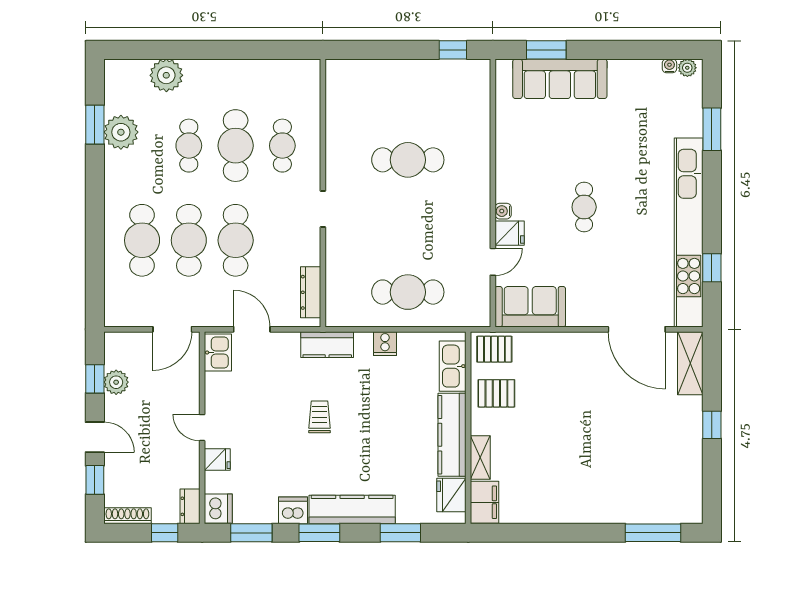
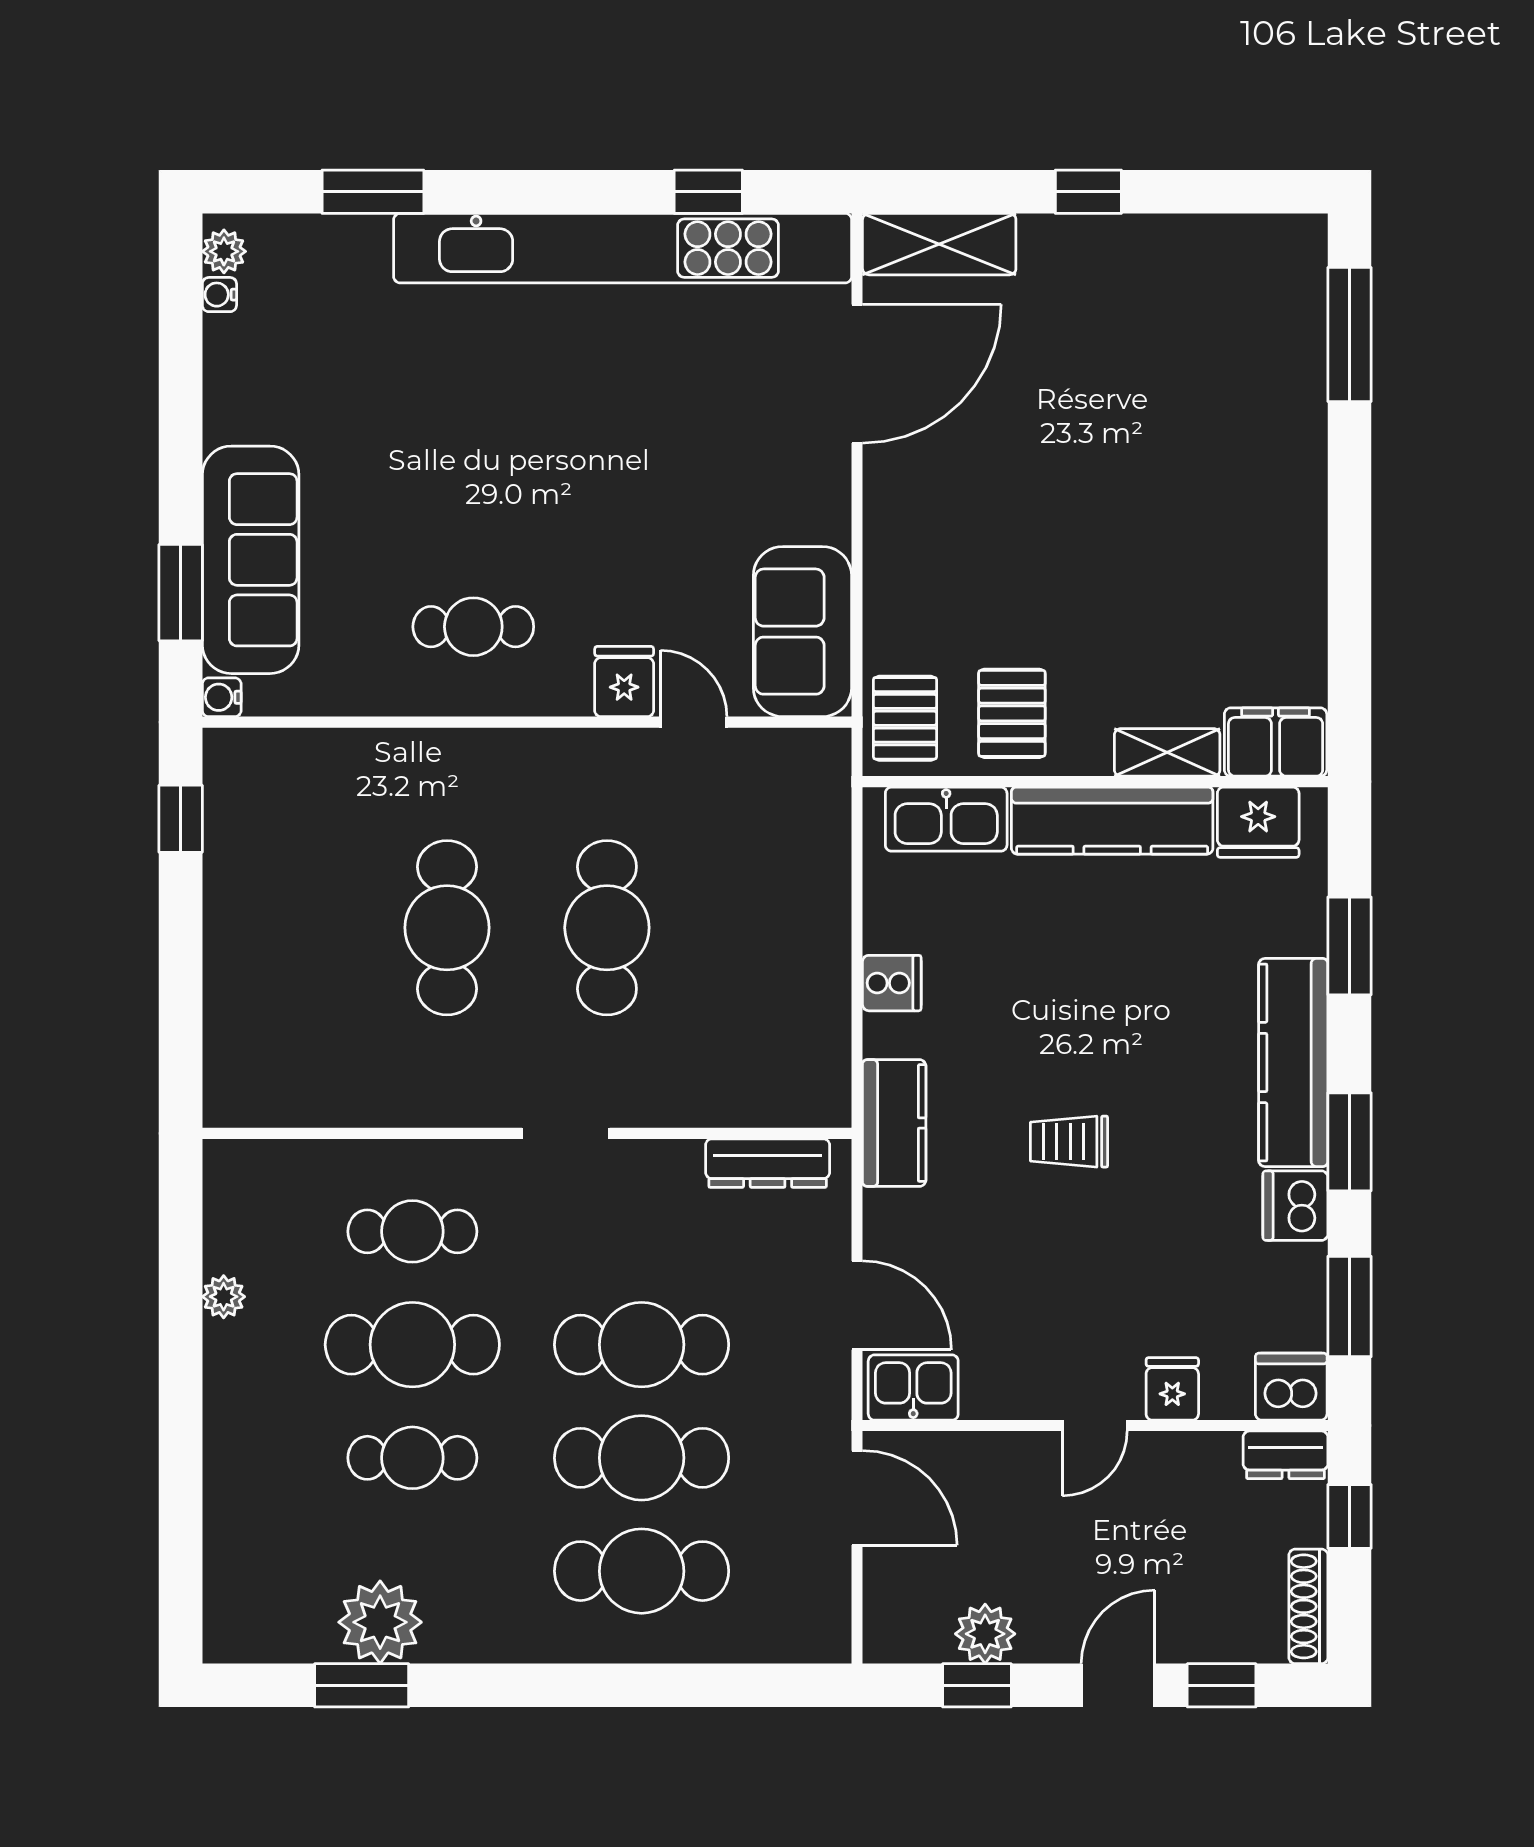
plant: (166, 75) -> (224, 1297), moved, width x0.53, depth x0.53
cafe table: (584, 207) -> (473, 627), moved
water cooler: (503, 211) -> (222, 697), moved, turned 90
cafe table: (408, 292) -> (607, 928), moved
door: (252, 329) -> (857, 1305), swing flipped

